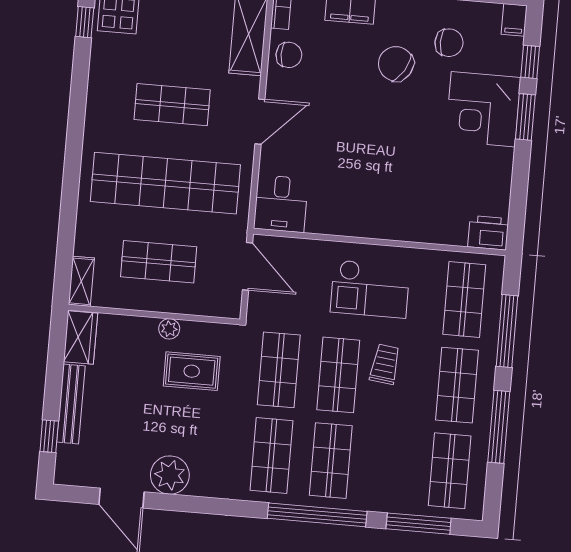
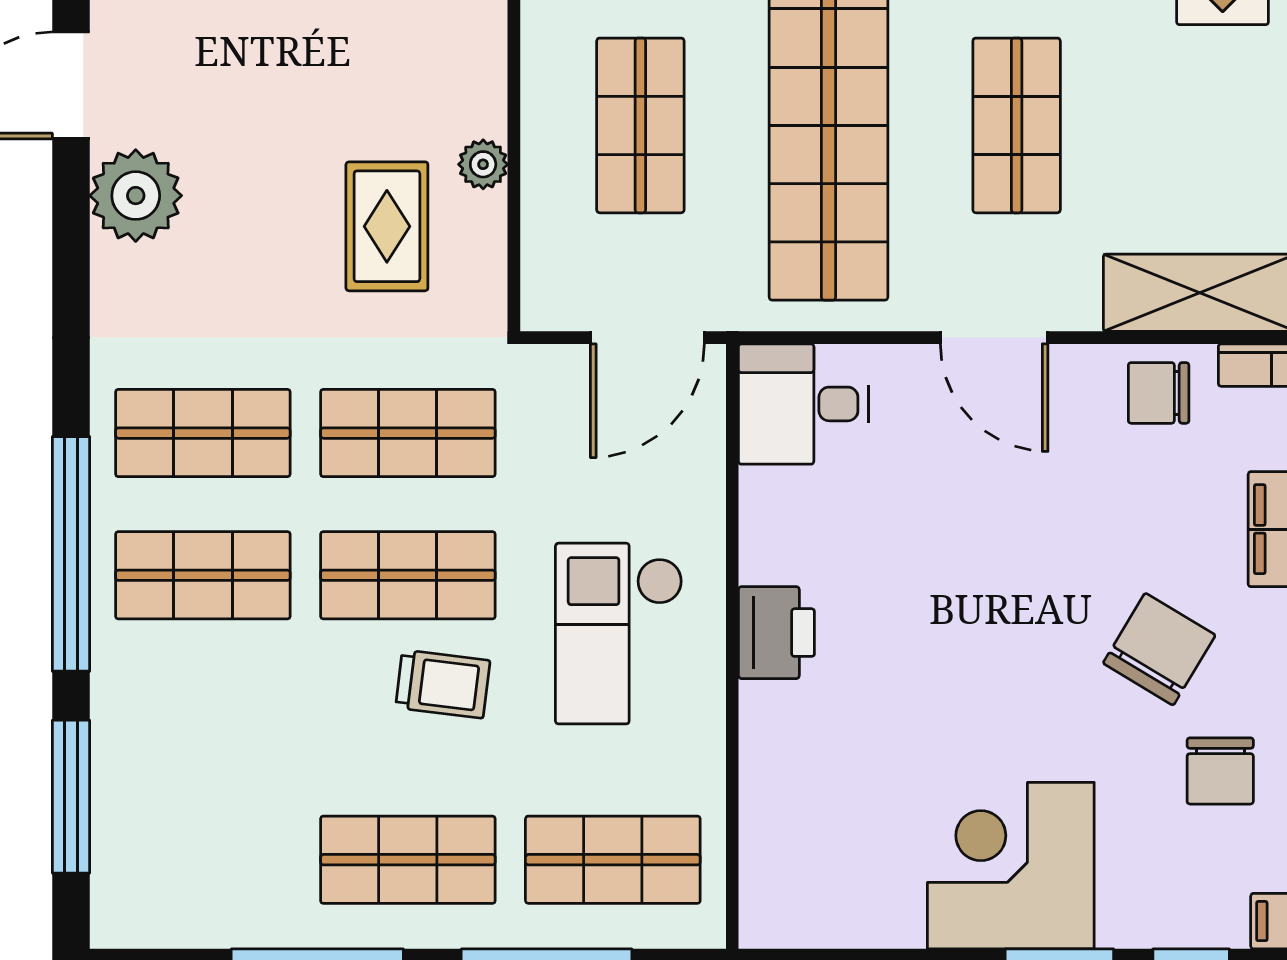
chair: (289, 55) -> (1159, 393), turned 90
corner desk: (483, 109) -> (1011, 866), moved
printer: (488, 233) -> (776, 633), moved
shop shelf: (450, 471) -> (203, 860), removed

